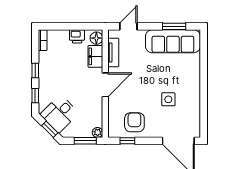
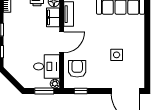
desk: (60, 114) -> (47, 66), moved, turned -135
armchair: (134, 122) -> (77, 69), moved
window: (50, 129) -> (13, 81), removed

